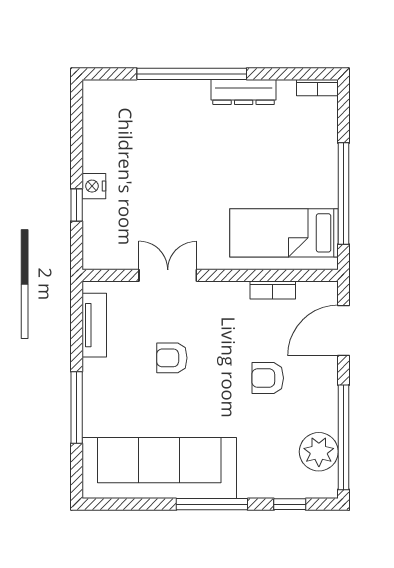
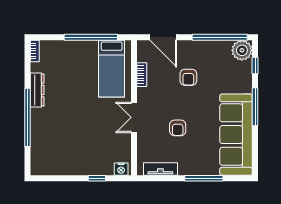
nightstand: (94, 186) -> (121, 169), moved
double door: (168, 275) -> (134, 117), moved
plant: (319, 452) -> (242, 50), moved

